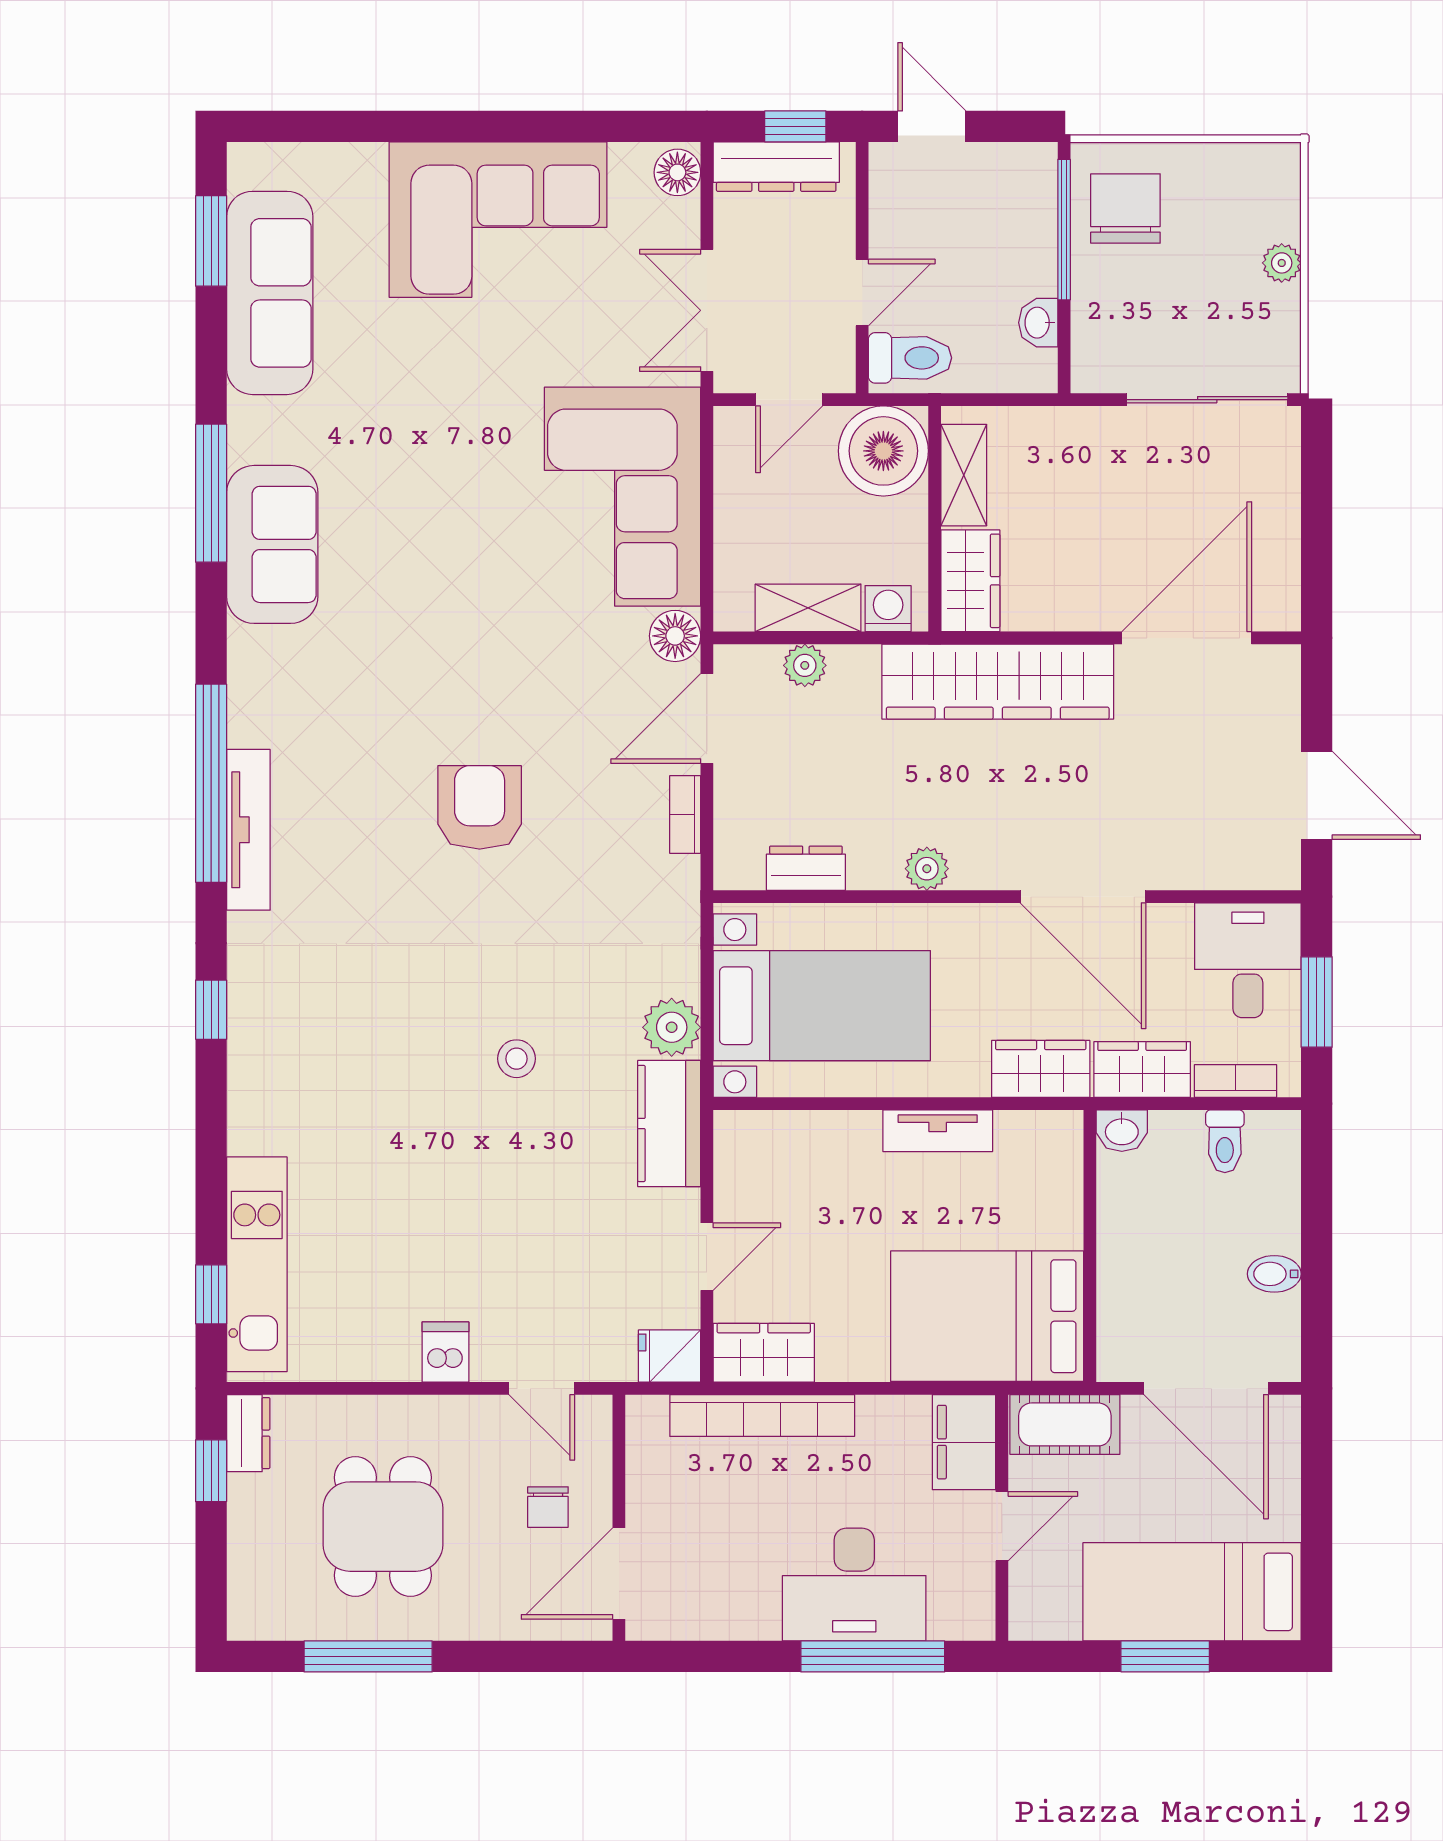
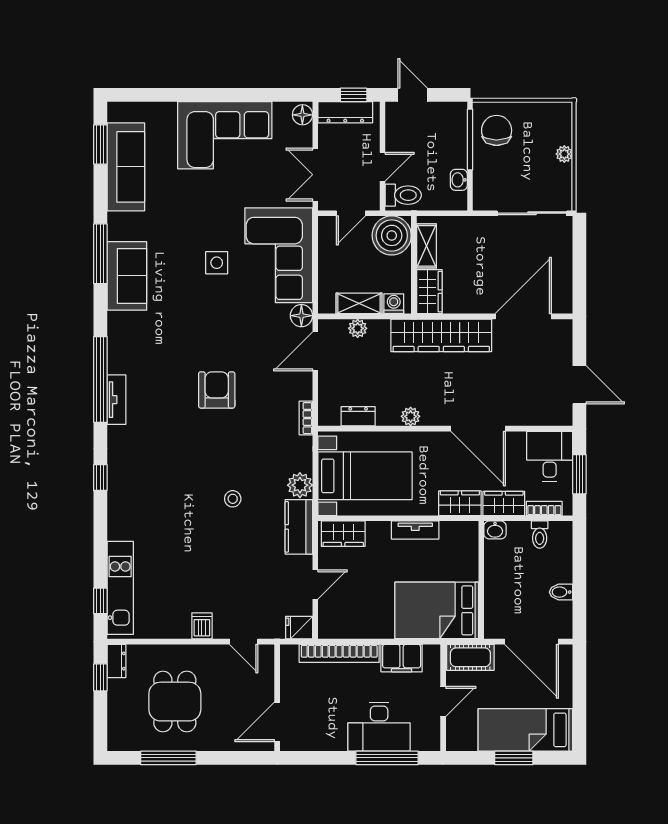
side table: (479, 514) -> (217, 263), added
bookcase: (685, 815) -> (306, 418), moved
tv unit: (248, 830) -> (117, 400), width x0.71
wardrobe: (764, 1353) -> (343, 534), moved, turned 180
filing cabinet: (964, 1442) -> (402, 658), moved, turned -90
chair: (548, 1507) -> (246, 693), removed

